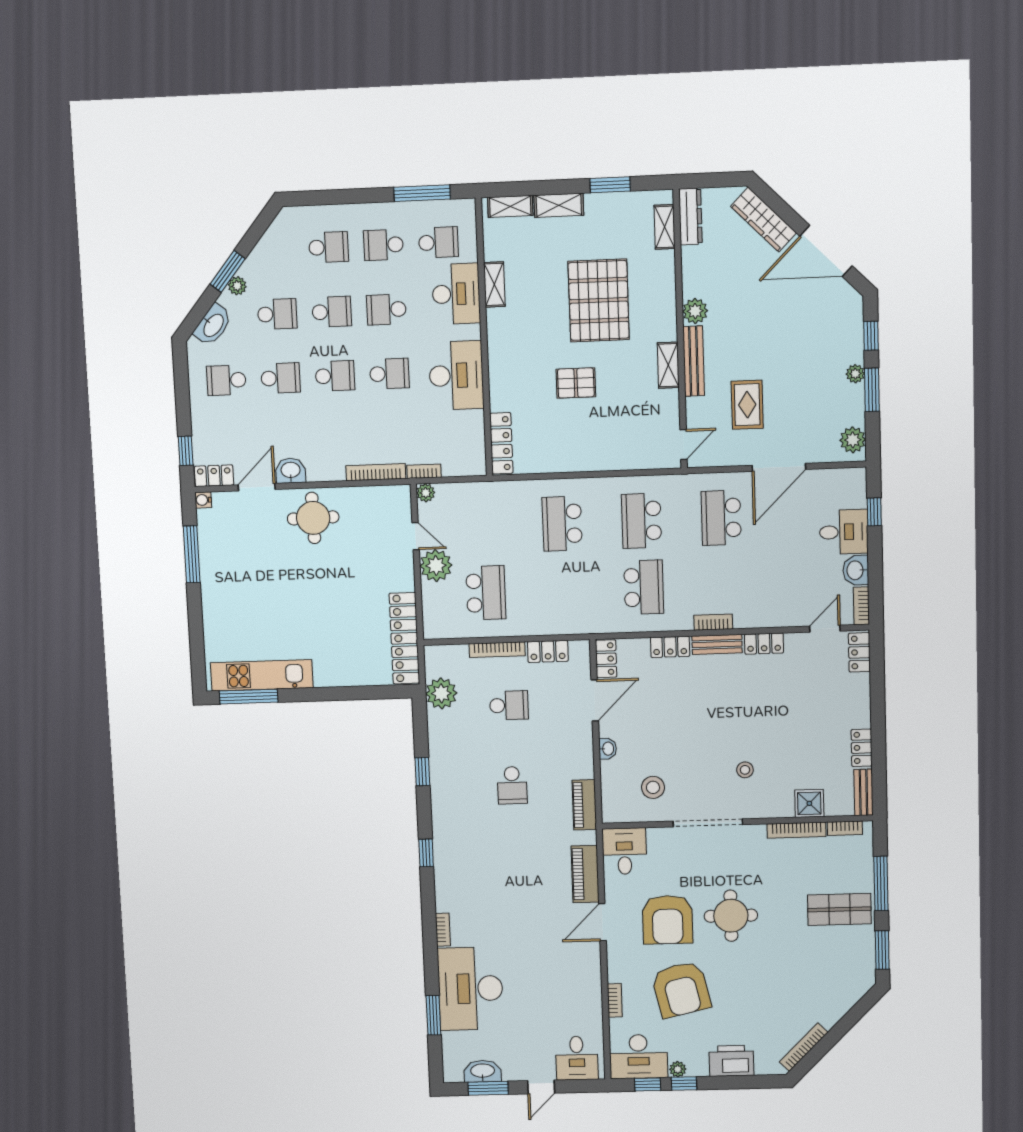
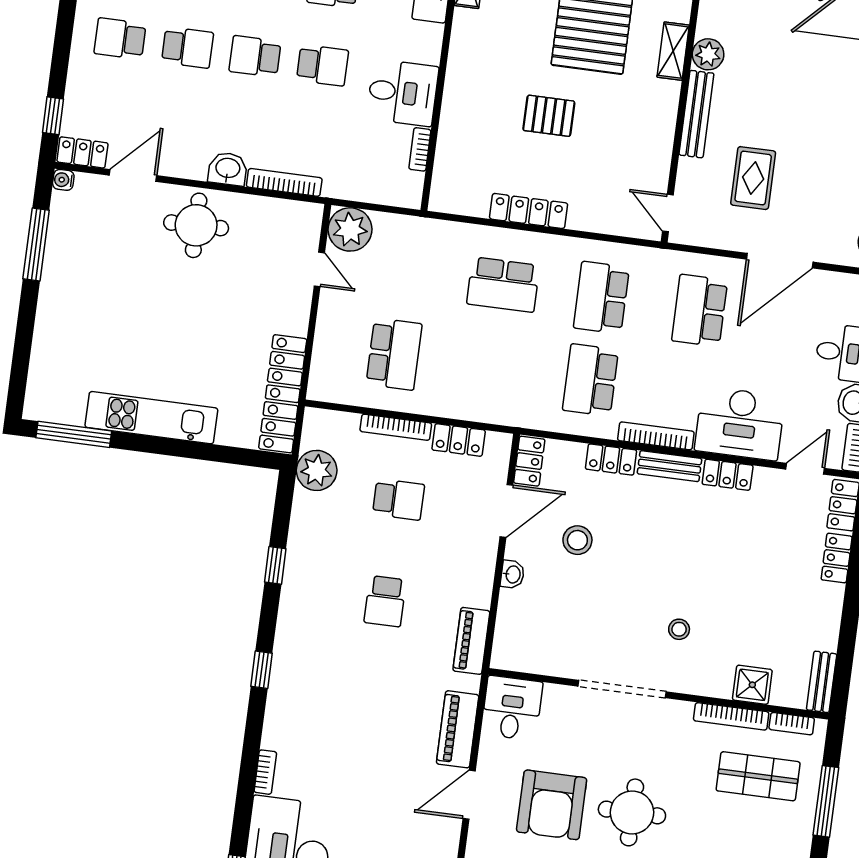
shelving: (668, 365) -> (673, 51), moved
desk: (456, 375) -> (403, 93), width x0.73
school desk: (335, 376) -> (255, 56), turned 180
locker: (501, 443) -> (529, 211), moved, turned -90
door: (684, 445) -> (668, 213), swing flipped
washbasin: (291, 471) -> (228, 169), moved
bookcase: (424, 471) -> (420, 149), moved, turned -90
plant: (426, 493) -> (350, 229), width x1.87, depth x1.87
school desk: (562, 524) -> (503, 285), turned -90
plant: (436, 566) -> (338, 310), removed
school desk: (644, 587) -> (591, 380), turned 180
desk: (767, 602) -> (740, 423), added
bookcase: (713, 622) -> (656, 436), width x1.56
kitchen unit: (262, 675) -> (151, 418), moved
locker: (862, 748) -> (837, 558), moved
stool: (653, 787) -> (577, 540), moved
shop shelf: (839, 909) -> (758, 776), moved

